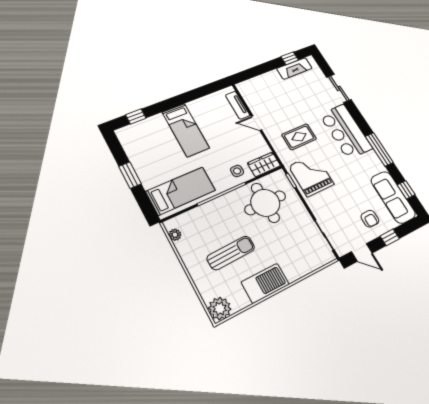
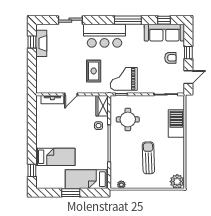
bed: (186, 130) -> (55, 157), moved
bed: (181, 191) -> (87, 179), moved, turned -90
round table: (265, 203) -> (128, 119), width x0.73, depth x0.73
barbecue: (265, 283) -> (176, 123), moved

